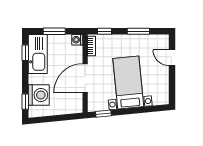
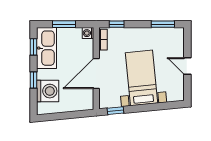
window: (138, 31) -> (163, 24), moved
door: (172, 58) -> (187, 66), moved
window: (25, 102) -> (33, 80), moved

